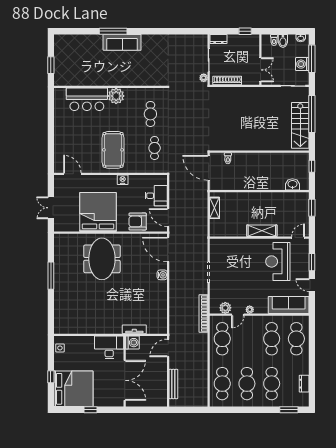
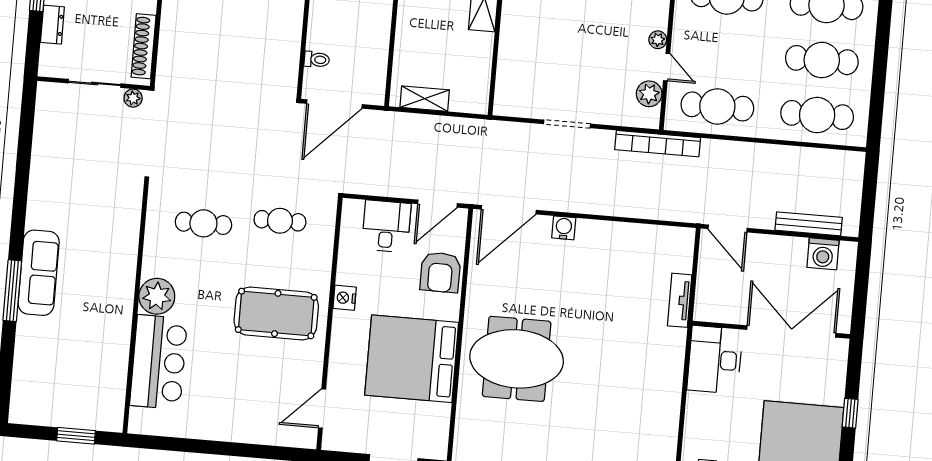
dresser: (218, 39) -> (52, 25), moved
washing machine: (132, 343) -> (823, 254), moved, turned 180

